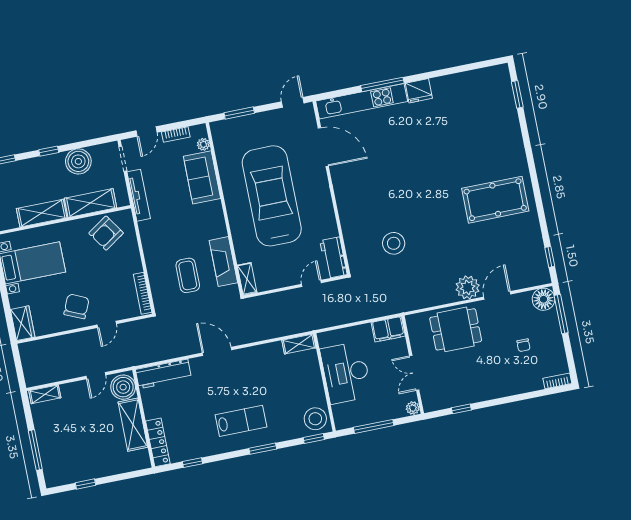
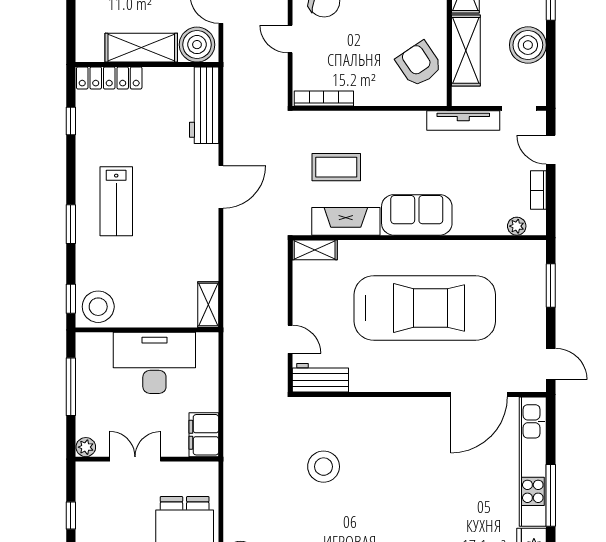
sofa: (202, 177) -> (417, 215), moved

